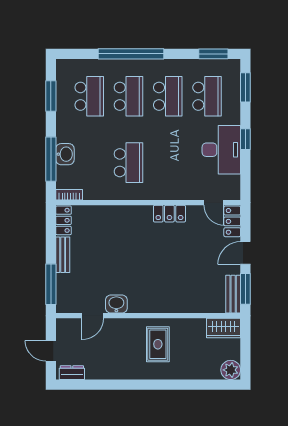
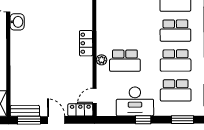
school desk: (128, 163) -> (125, 61), moved
plant: (167, 193) -> (102, 60), added
locker: (169, 214) -> (86, 43), moved

